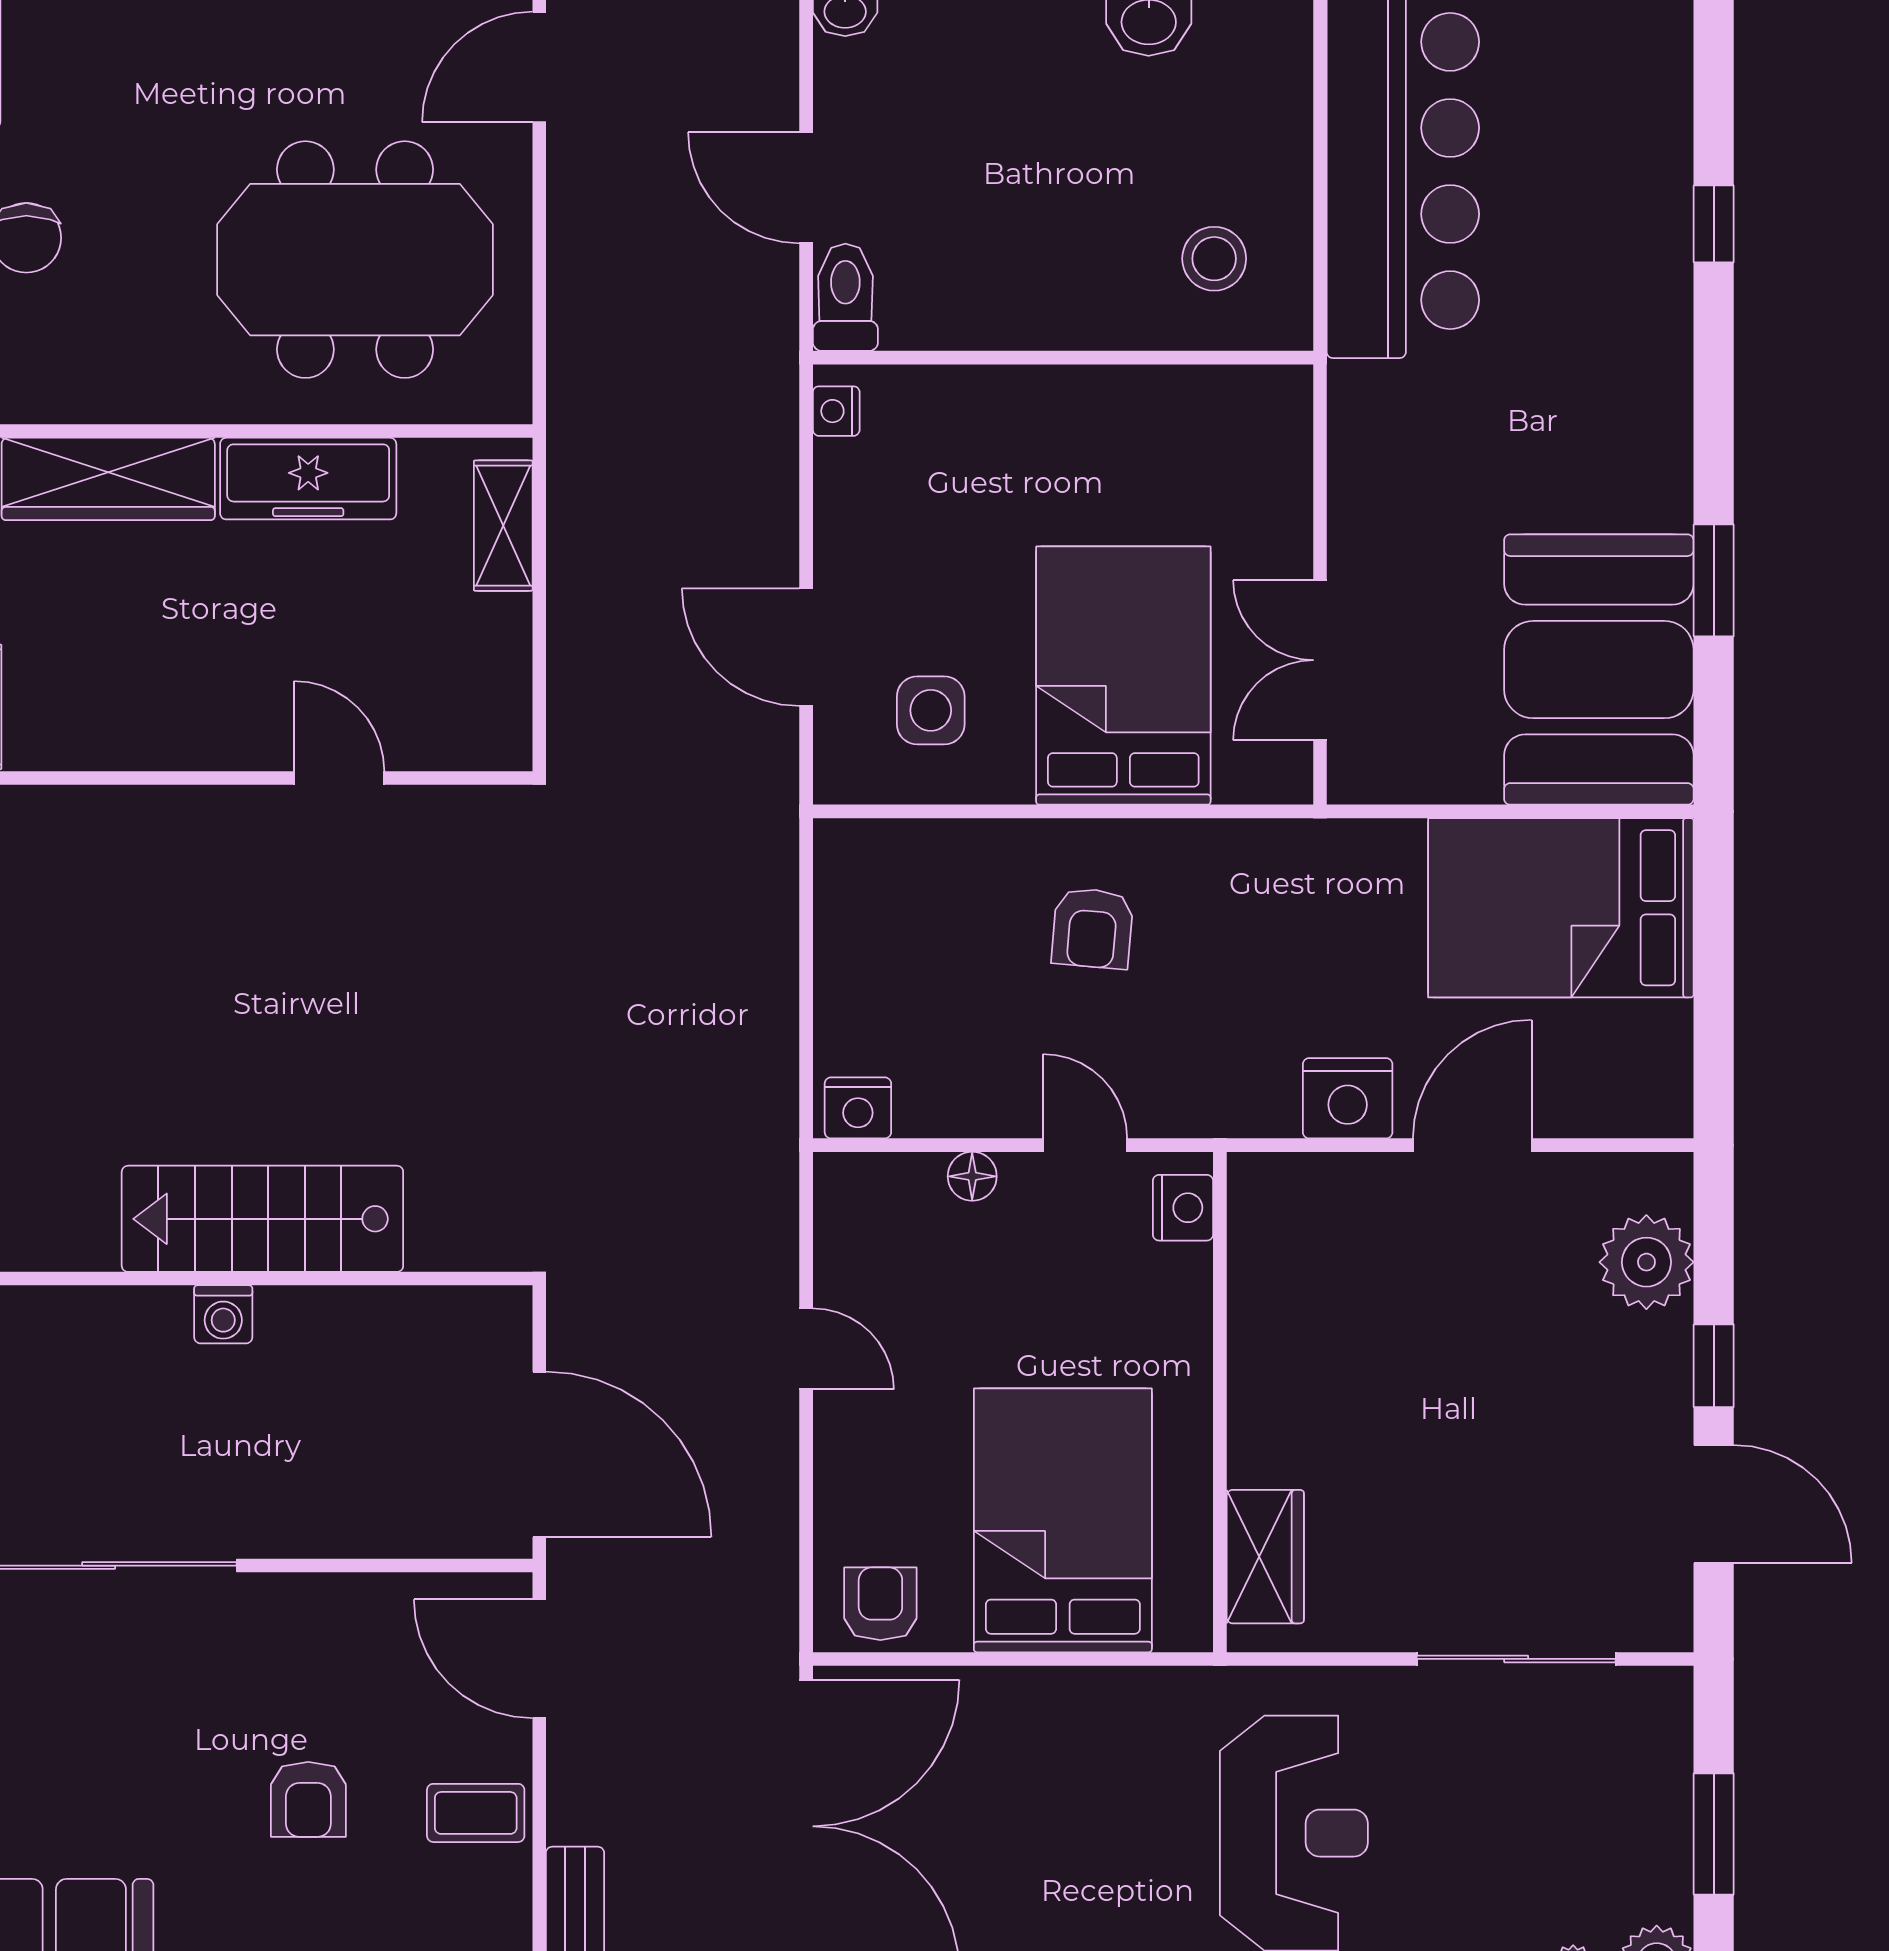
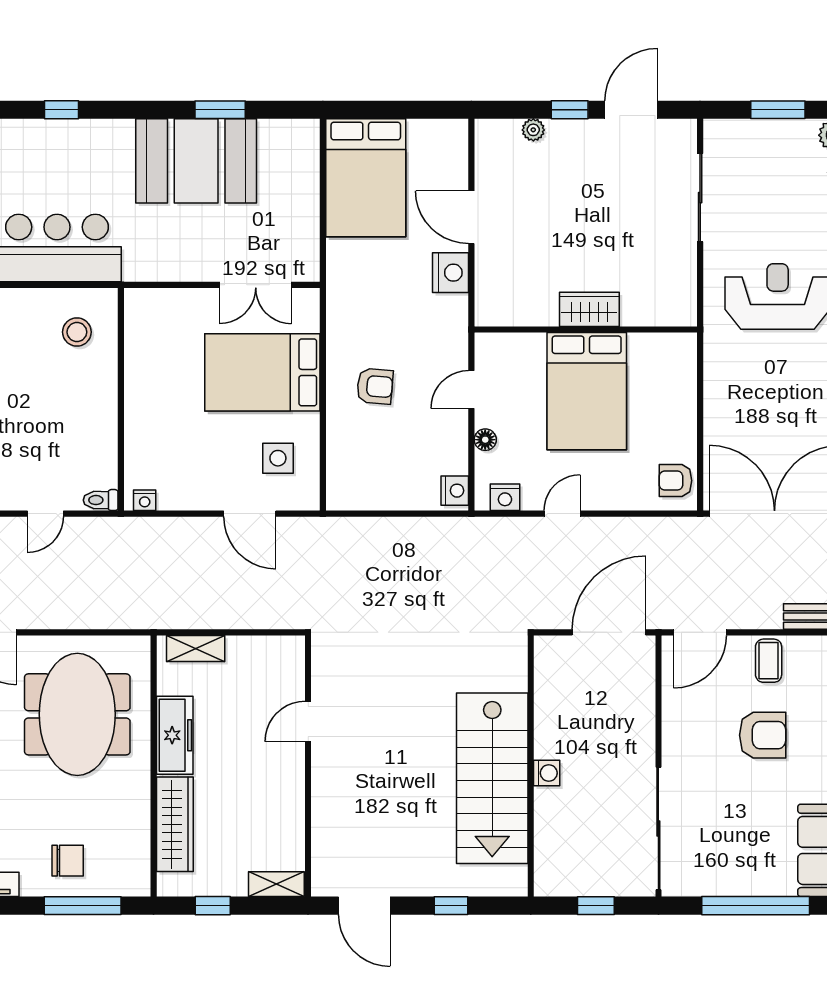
door: (806, 188) -> (45, 514), width x0.73
toilet: (845, 297) -> (101, 500), width x0.73, depth x0.72
door: (806, 647) -> (250, 514), hinge flipped
booth: (1599, 670) -> (196, 161), moved
nightstand: (1183, 1208) -> (505, 497), moved, turned 180
stairs: (262, 1219) -> (492, 778), width x1.36, depth x1.51
plant: (1646, 1262) -> (533, 130), width x0.53, depth x0.53
bed: (1063, 1520) -> (587, 391), moved, turned -90
wardrobe: (1265, 1557) -> (589, 309), moved
armchair: (308, 1799) -> (763, 735), width x1.38, depth x1.38

